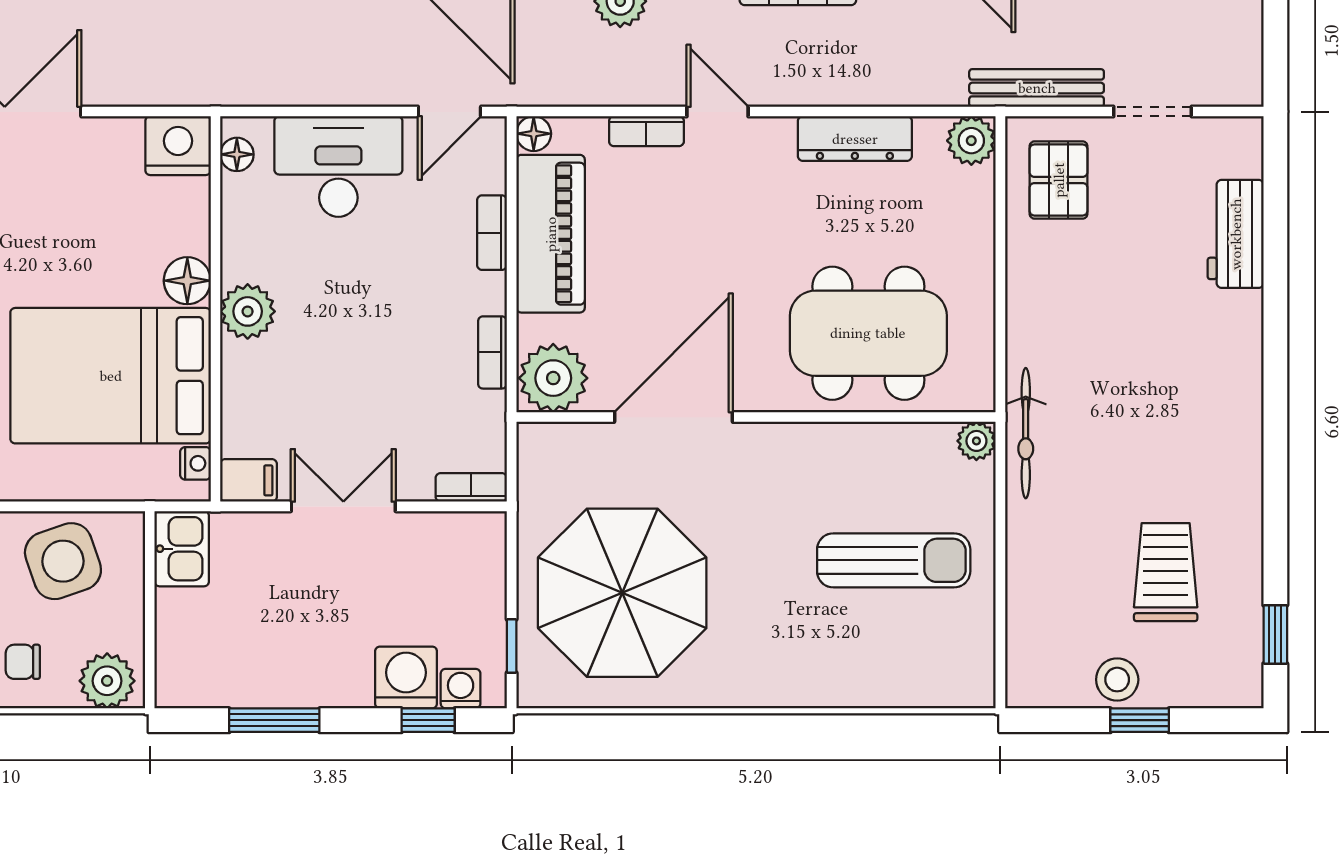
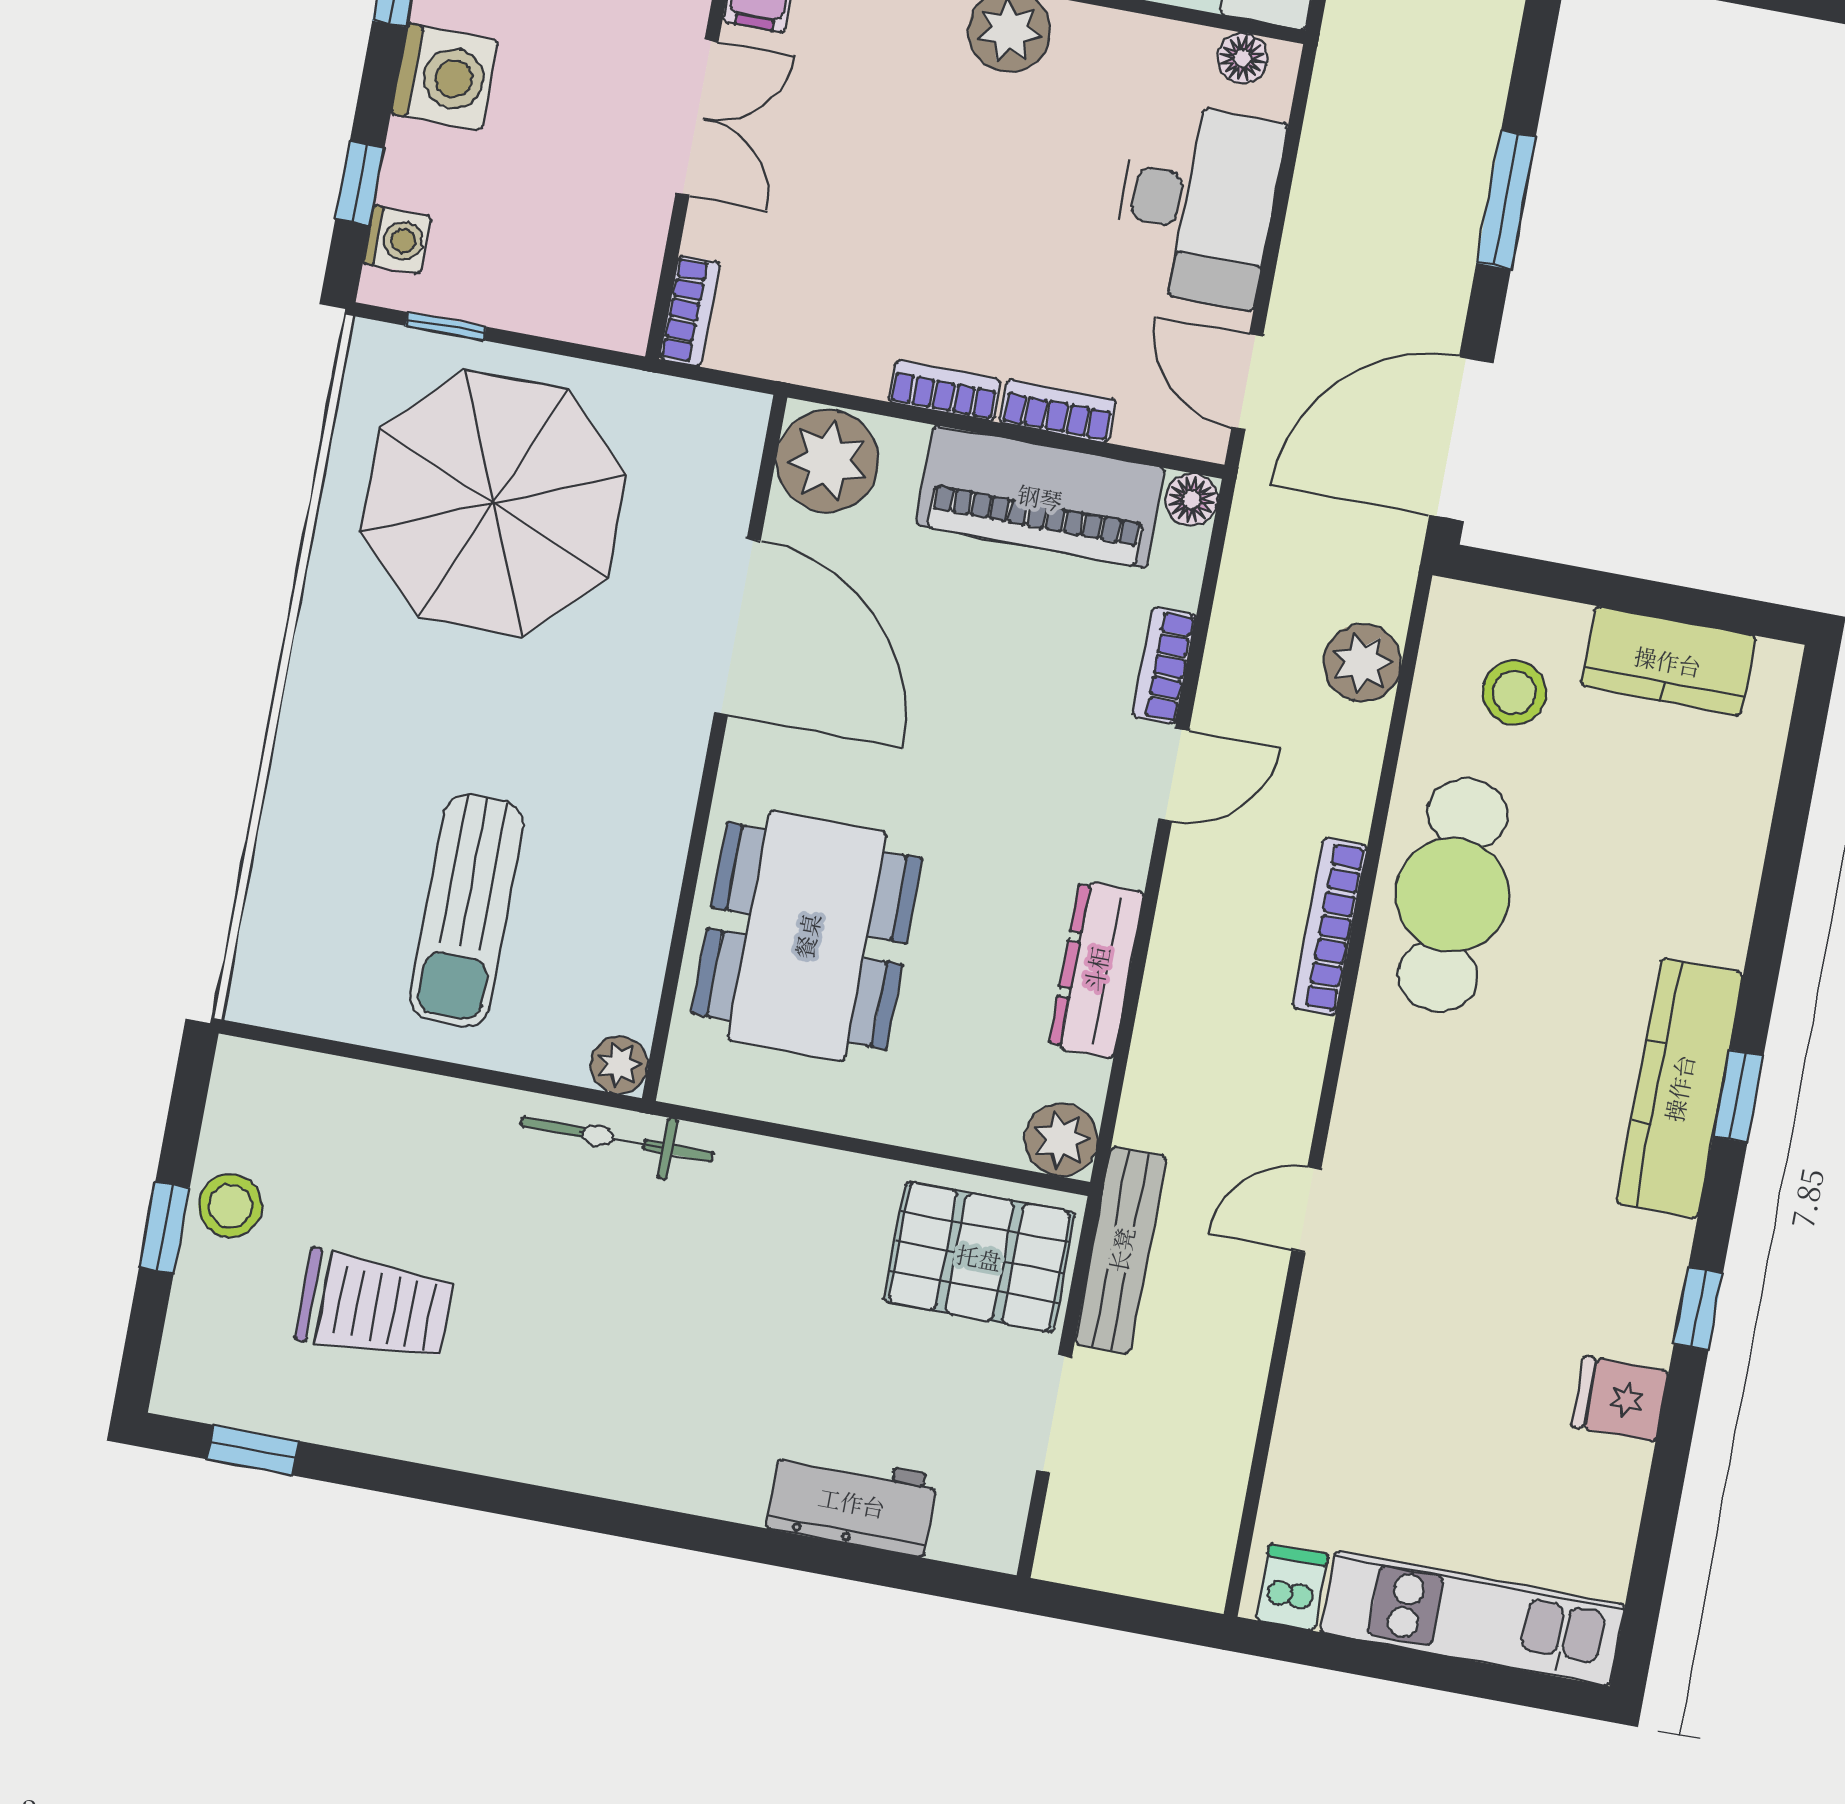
pallet: (1059, 180) -> (979, 1257), width x1.50, depth x1.42
bookcase: (492, 352) -> (945, 391), moved
washing machine: (406, 677) -> (445, 77), moved

